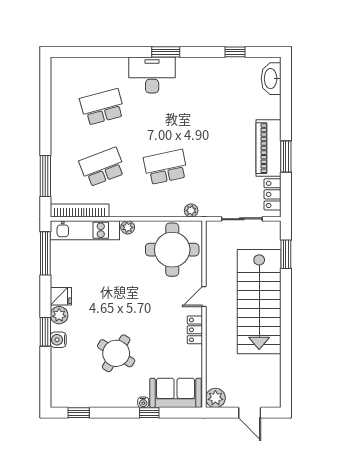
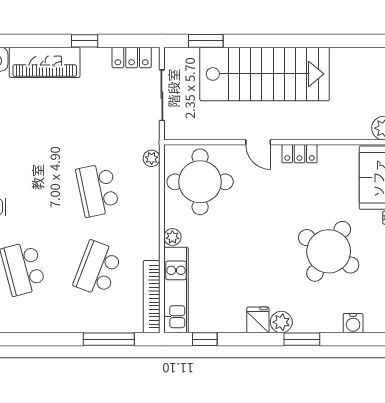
piano: (269, 148) -> (45, 62), moved
window: (286, 157) -> (85, 41), width x0.67
school desk: (102, 167) -> (98, 269), turned 42
window: (45, 253) -> (205, 339), width x0.46
water cooler: (58, 340) -> (353, 323), moved
round table: (116, 353) -> (329, 251), width x1.36, depth x1.36

